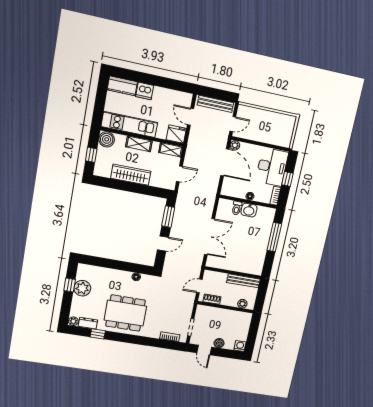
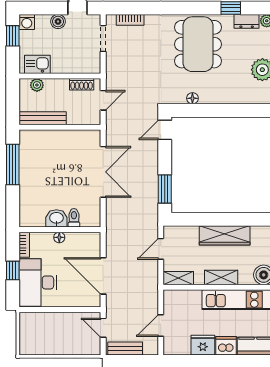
bench: (215, 104) -> (125, 349), width x0.73
door: (190, 117) -> (161, 326), swing flipped
door: (233, 124) -> (103, 328), hinge flipped
fridge: (176, 134) -> (203, 345), moved, turned 180
plant: (235, 145) -> (94, 301), removed
double door: (209, 237) -> (103, 172), swing flipped
window: (274, 237) -> (13, 164), moved
door: (163, 244) -> (165, 130), moved
dining table: (125, 313) -> (198, 44), turned 90
kitchen sink: (239, 317) -> (37, 64), added
window: (251, 338) -> (13, 36), added

